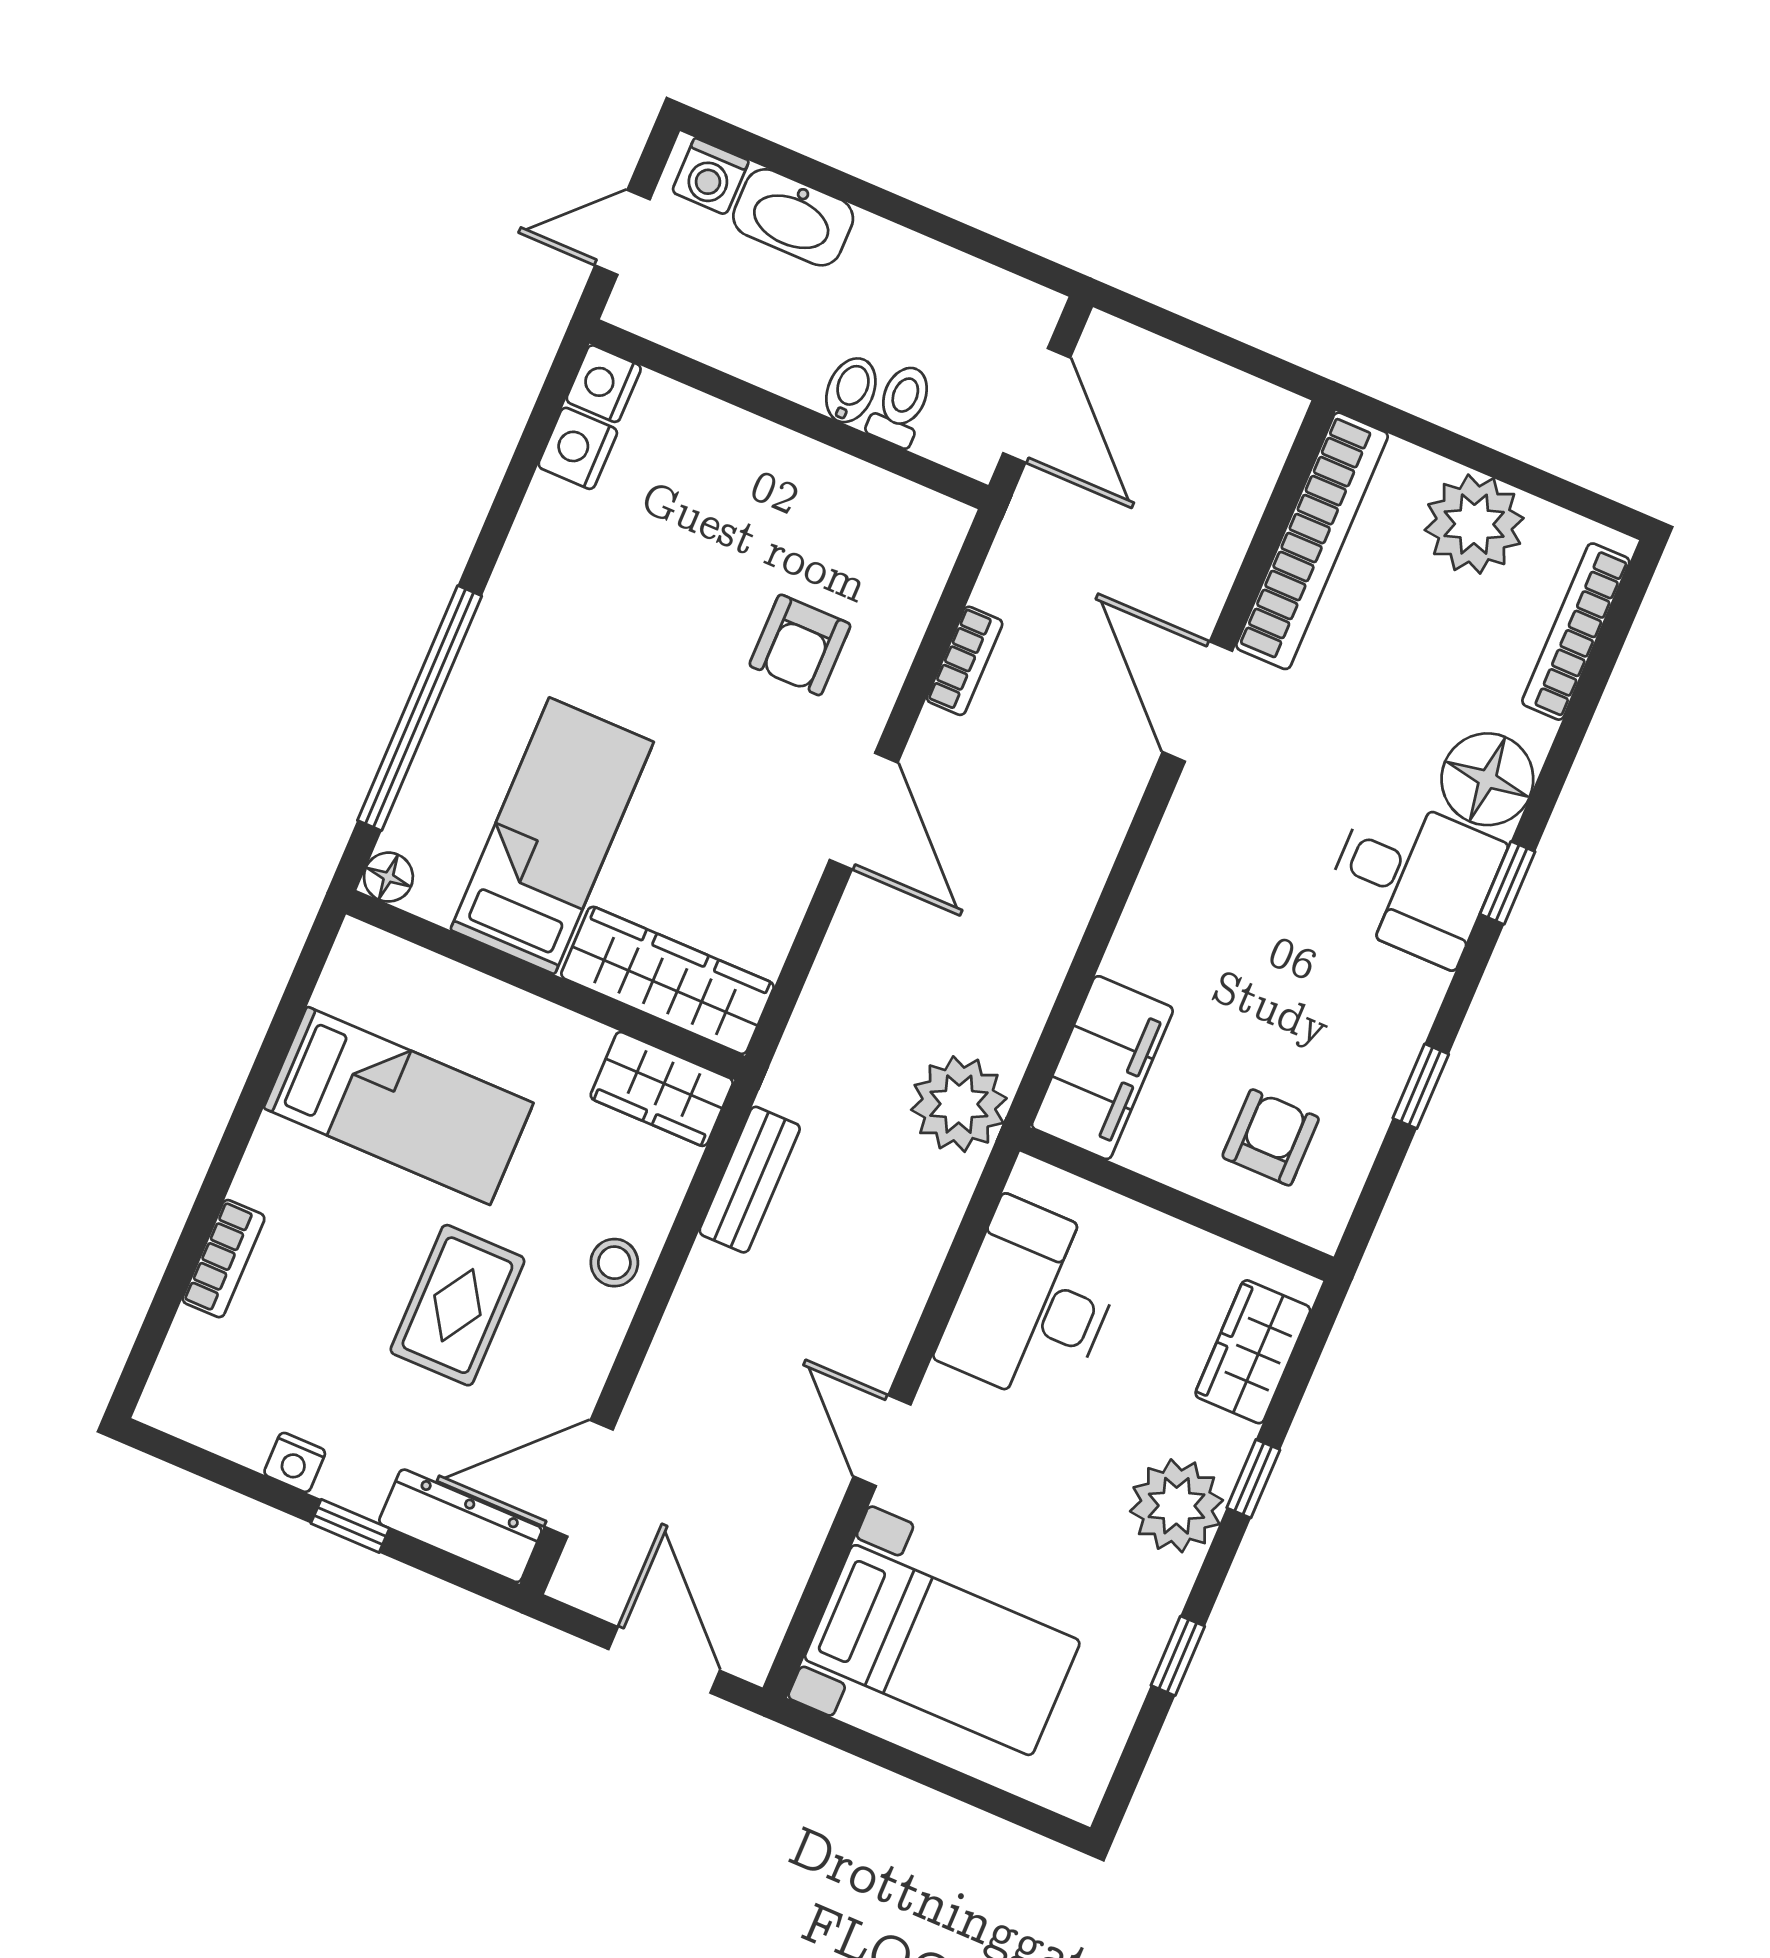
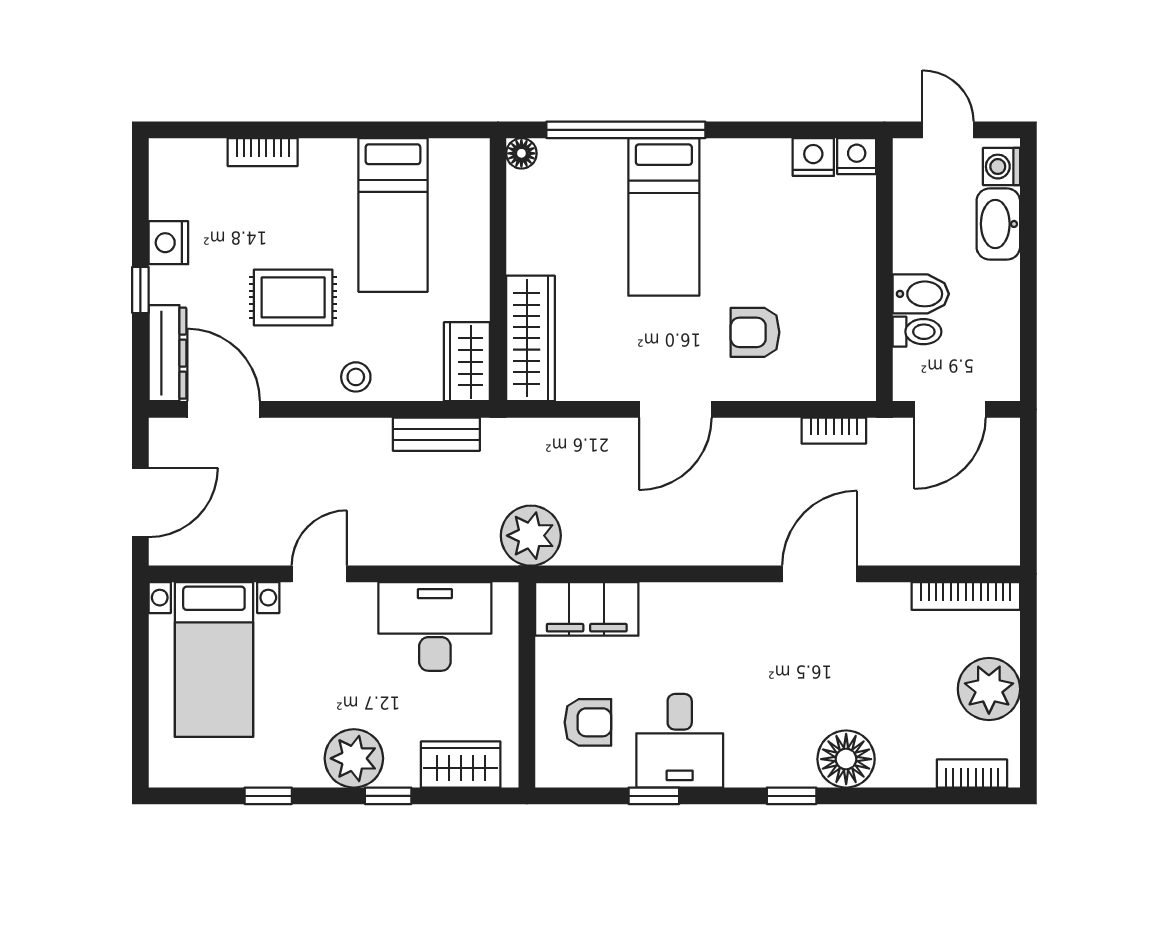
bidet: (851, 390) -> (921, 294), width x1.38, depth x1.36
bookcase: (1312, 541) -> (966, 596), width x0.68, depth x0.76
bookcase: (1576, 632) -> (972, 774), width x0.64
bookcase: (965, 661) -> (834, 431), moved
bed: (552, 836) -> (664, 217), moved, turned 90
desk: (1413, 879) -> (680, 741), moved
nightstand: (295, 1462) -> (168, 243), width x1.39, depth x1.35

